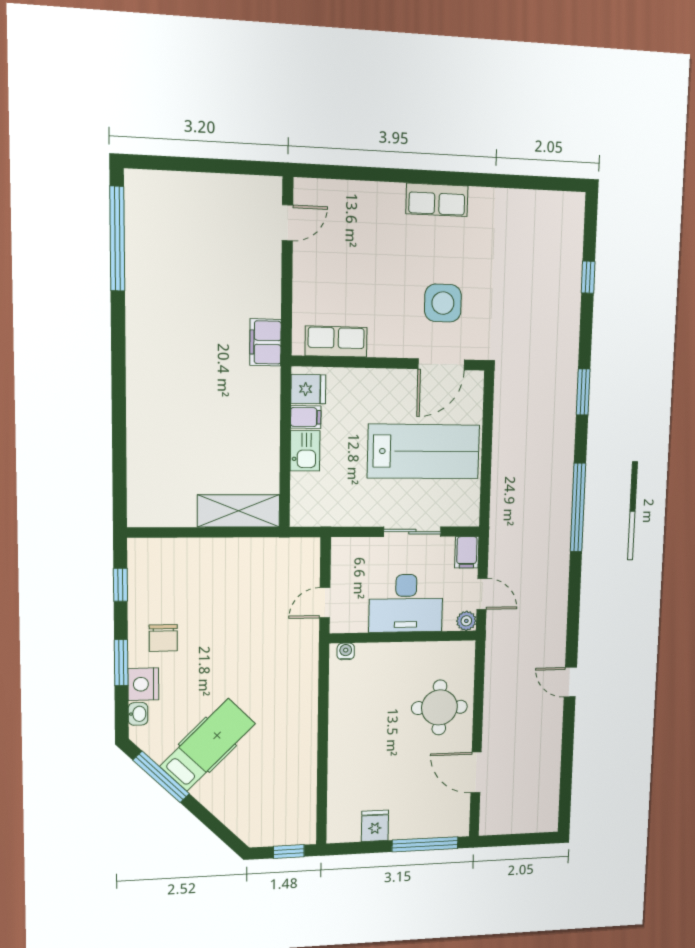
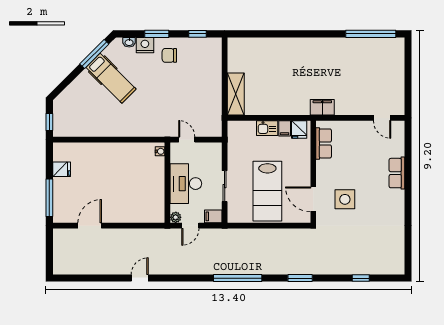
row of seats: (437, 200) -> (397, 173), moved
round table: (439, 707) -> (127, 204), removed

